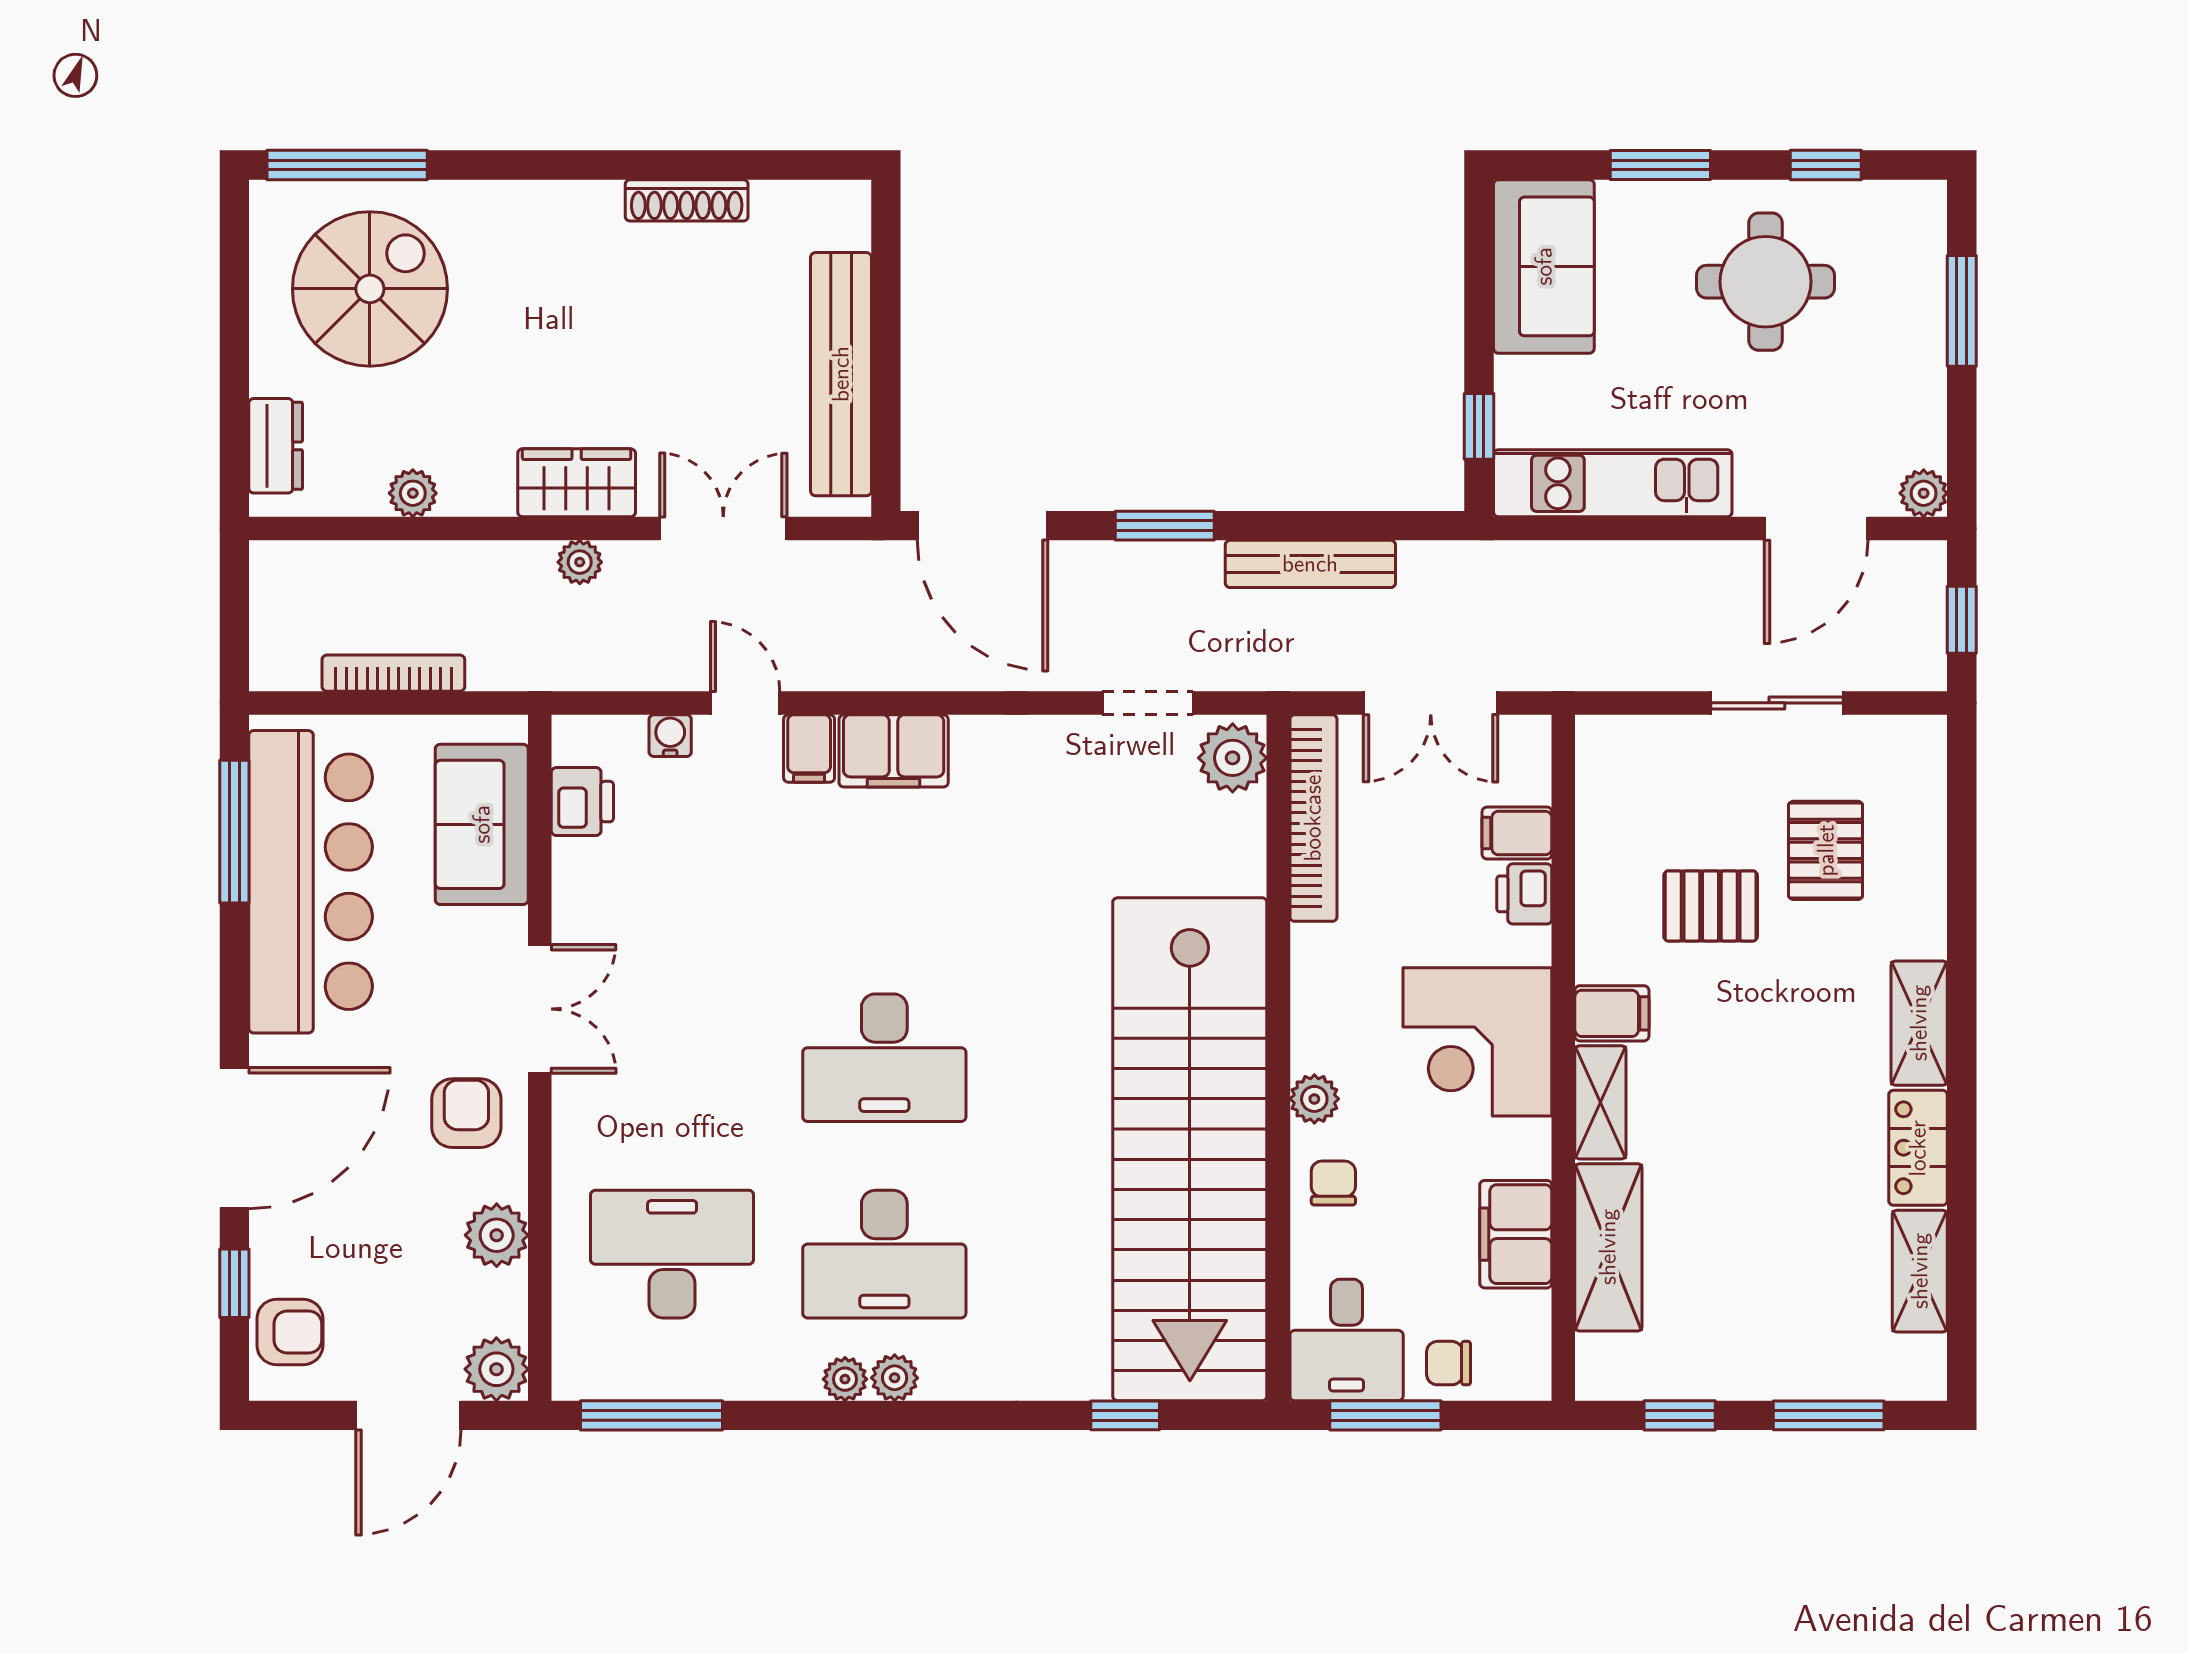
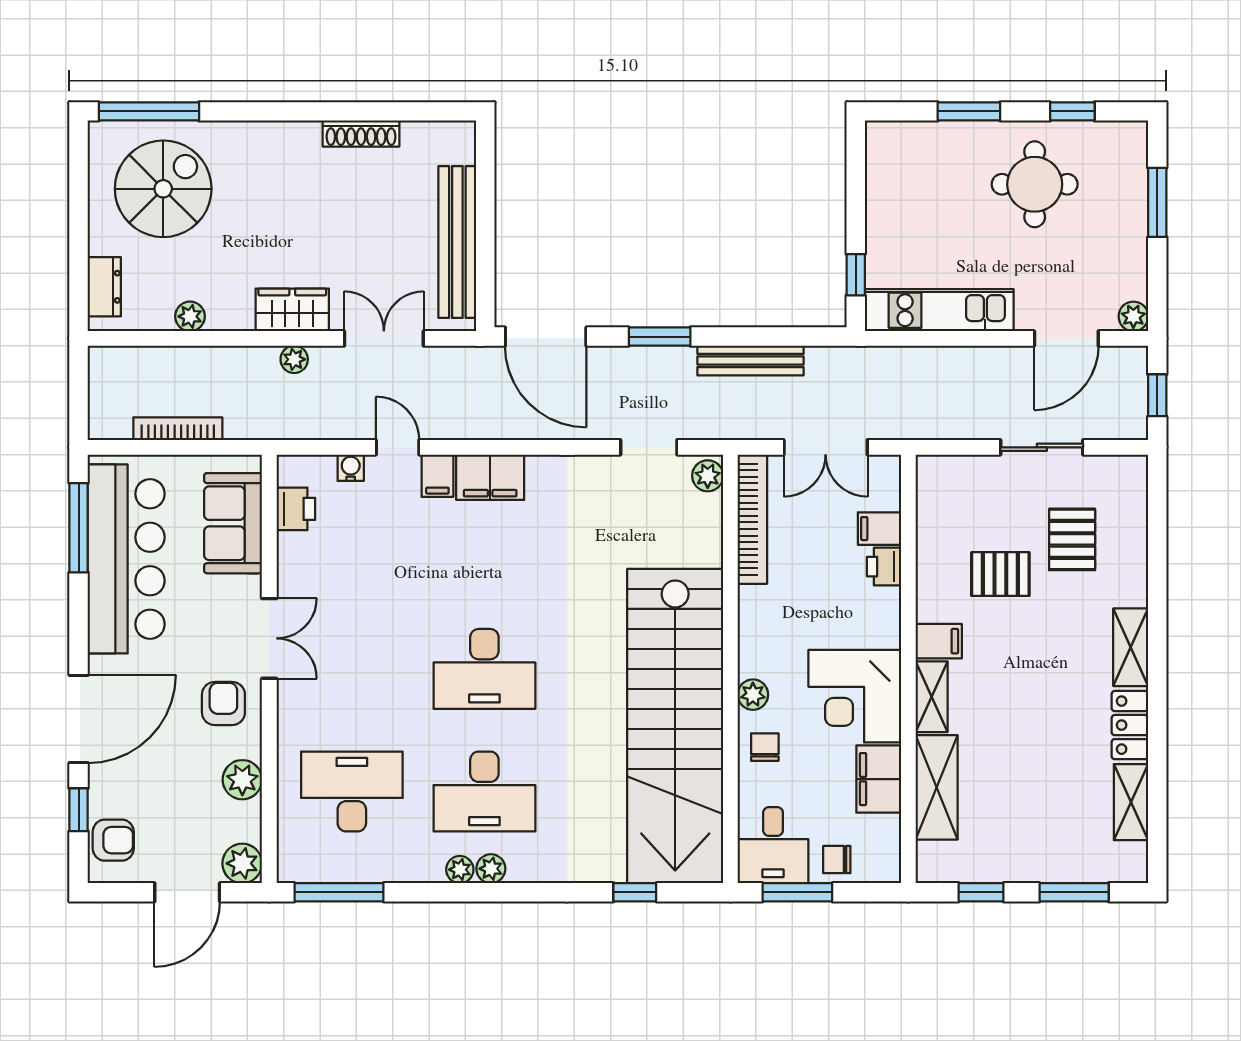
sofa: (1544, 266) -> (896, 175), removed
plant: (1233, 758) -> (708, 476), width x0.73, depth x0.73
corner desk: (1477, 1042) -> (855, 696), moved

